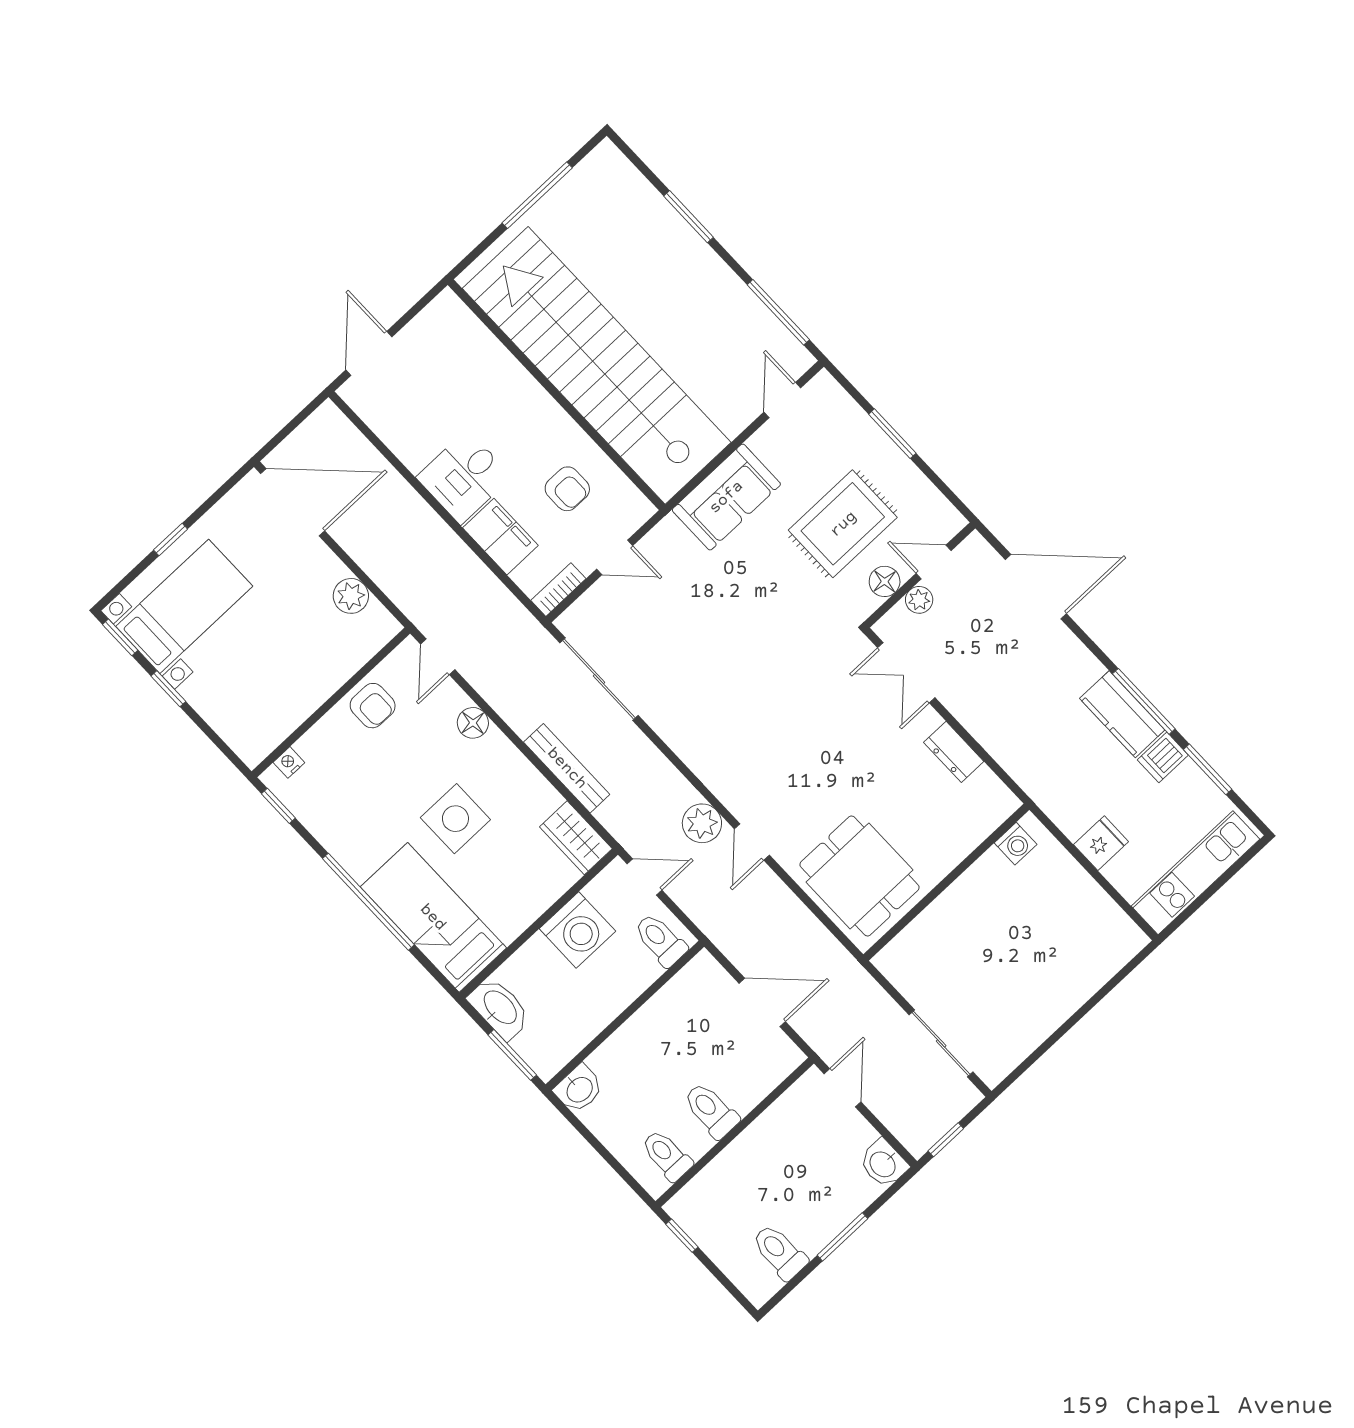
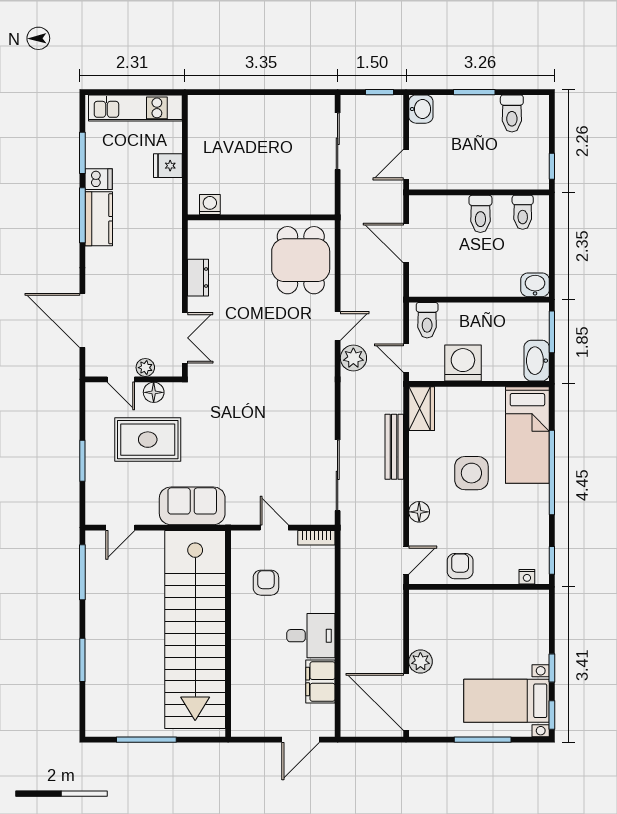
filing cabinet: (500, 537) -> (320, 681), moved
window: (171, 540) -> (483, 740), width x2.17
plant: (351, 596) -> (420, 661), moved

